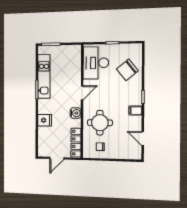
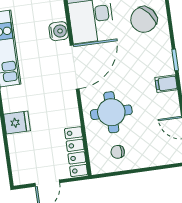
door: (82, 93) -> (75, 67), width x1.87
water cooler: (76, 113) -> (59, 31), moved

